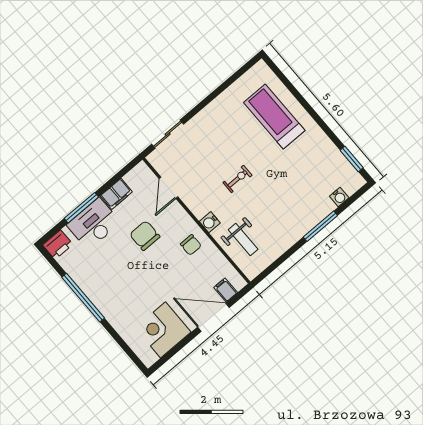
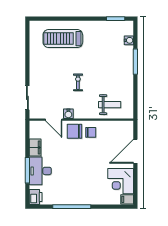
water cooler: (210, 222) -> (68, 114), moved
chair: (145, 236) -> (75, 131), moved
filing cabinet: (226, 290) -> (127, 199), moved

